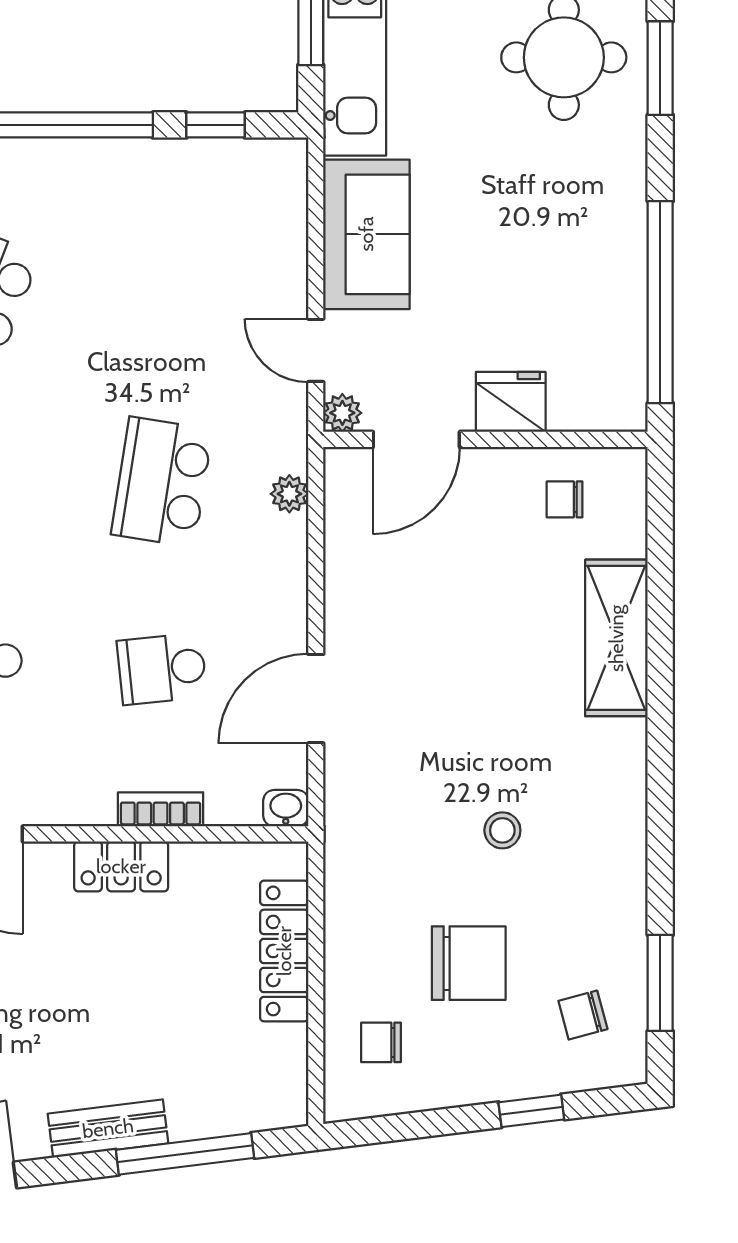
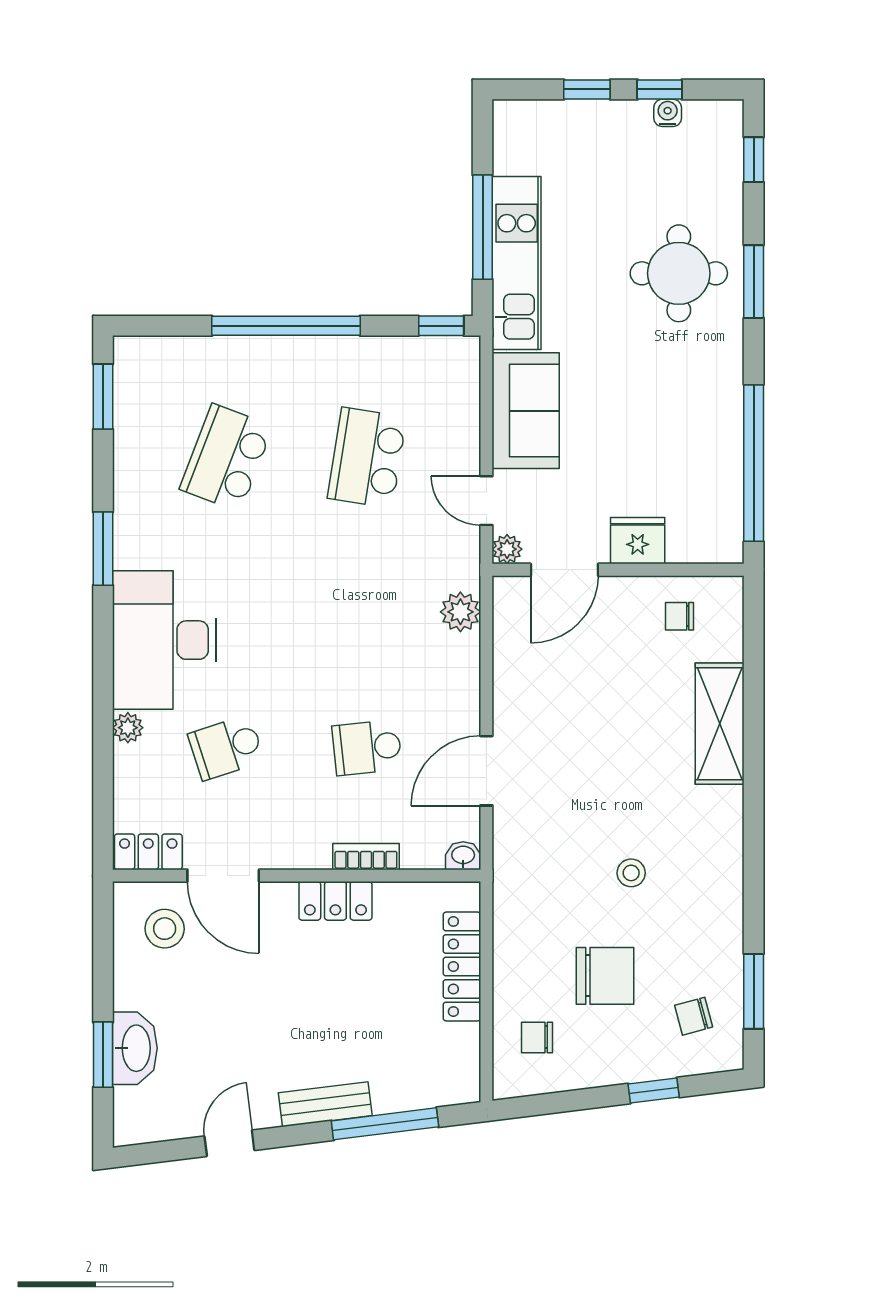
window: (216, 125) -> (441, 326), moved
school desk: (162, 482) -> (367, 458), moved
plant: (289, 494) -> (460, 612), width x1.38, depth x1.38

